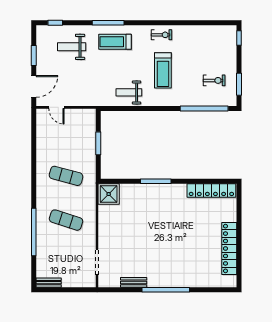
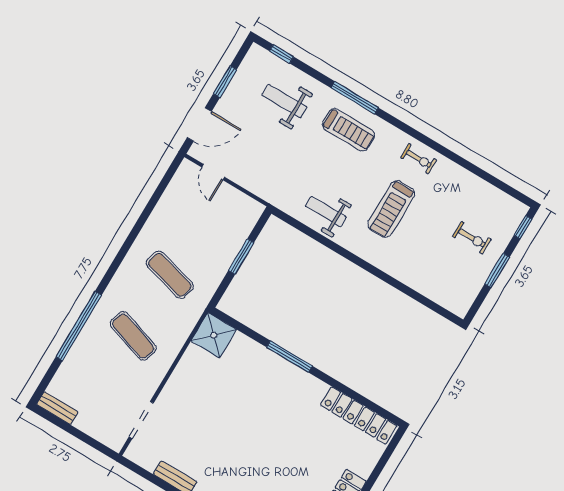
treadmill: (115, 42) -> (349, 130), turned 180
exercise bike: (214, 80) -> (472, 238), moved
window: (239, 84) -> (497, 270), moved
window: (204, 109) -> (416, 296), removed

